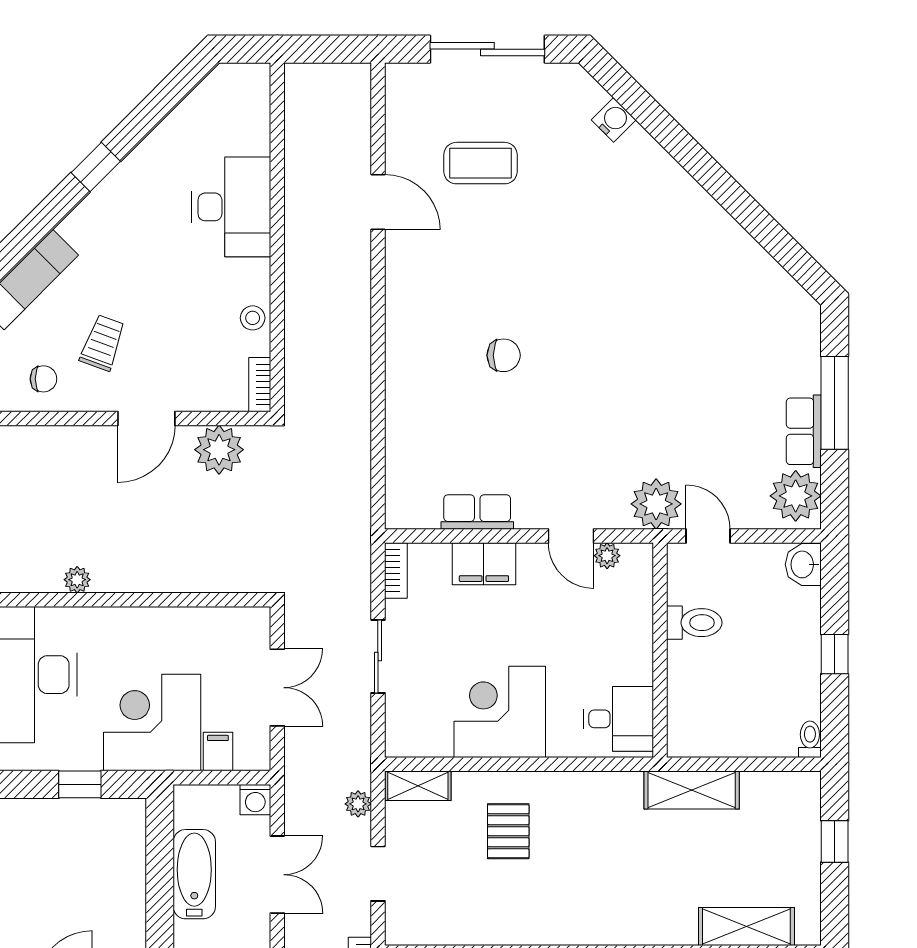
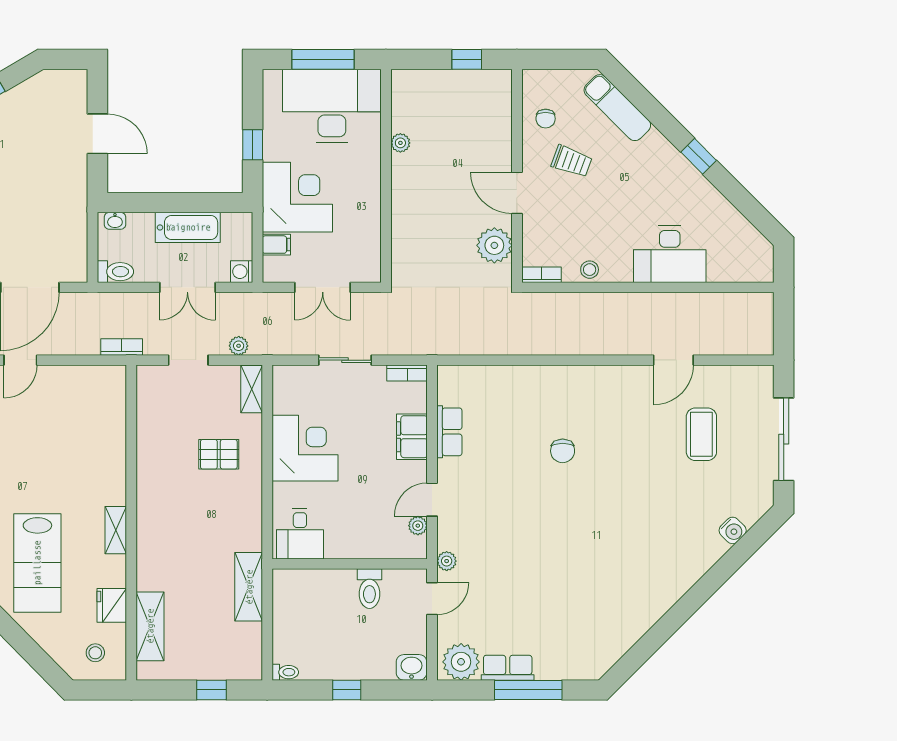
plant: (656, 504) -> (447, 561), width x0.53, depth x0.53

